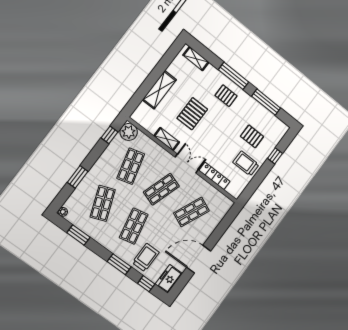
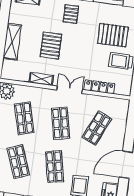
pallet: (226, 96) -> (71, 14), turned 90
pallet: (252, 136) -> (113, 35), width x1.50, depth x1.42
shop shelf: (161, 189) -> (60, 123), turned -30

